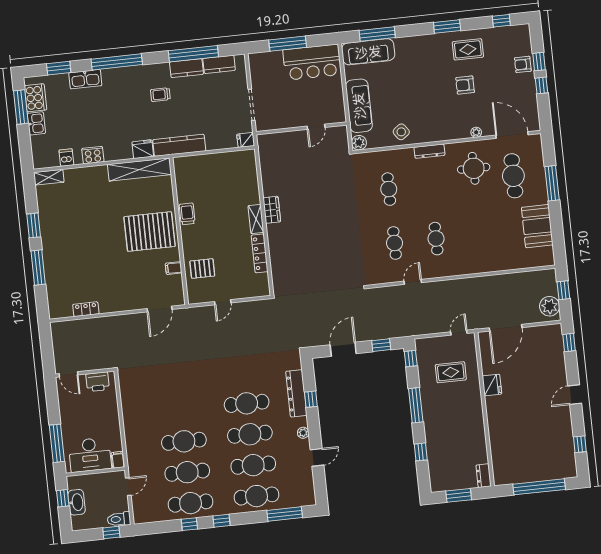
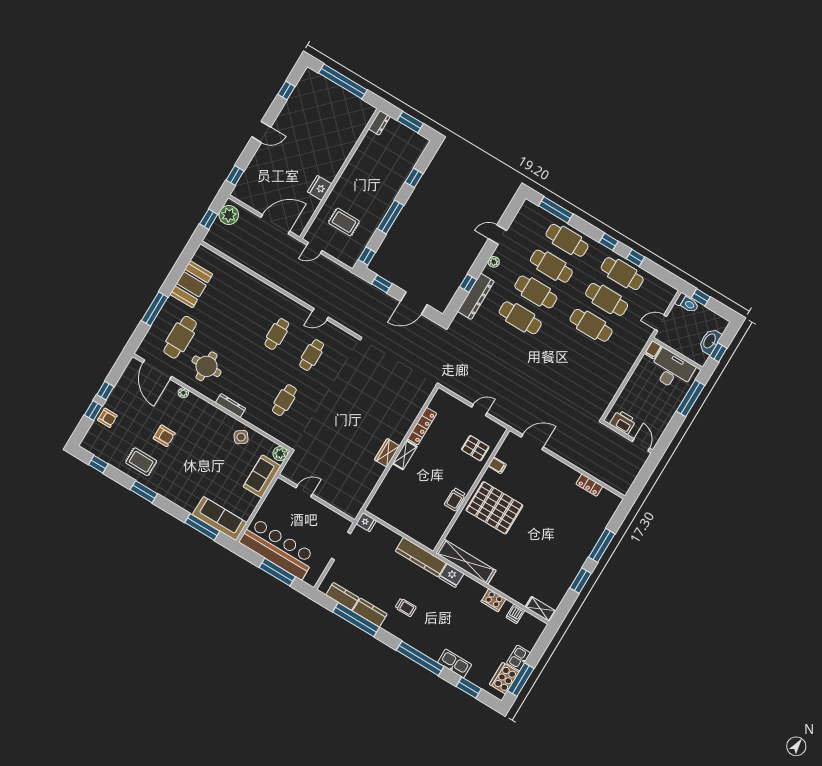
bar counter: (312, 62) -> (278, 548), width x1.36
sofa: (359, 106) -> (262, 476), width x0.73

